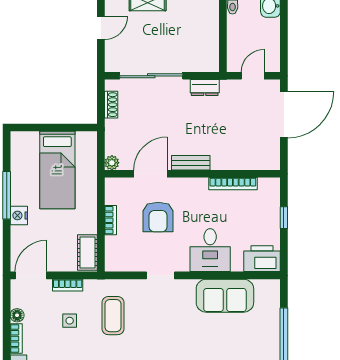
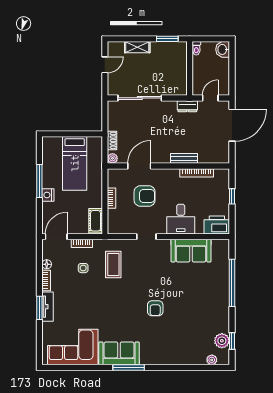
dresser: (205, 88) -> (187, 106), moved
shoe rack: (111, 105) -> (112, 140), moved
bench: (191, 163) -> (184, 158), moved
armchair: (158, 217) -> (145, 196), turned -90

